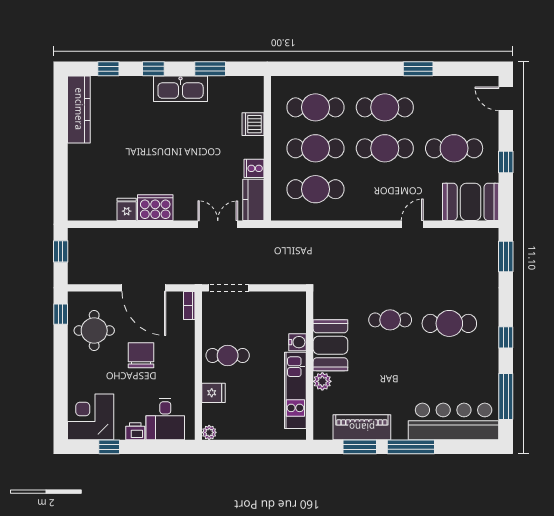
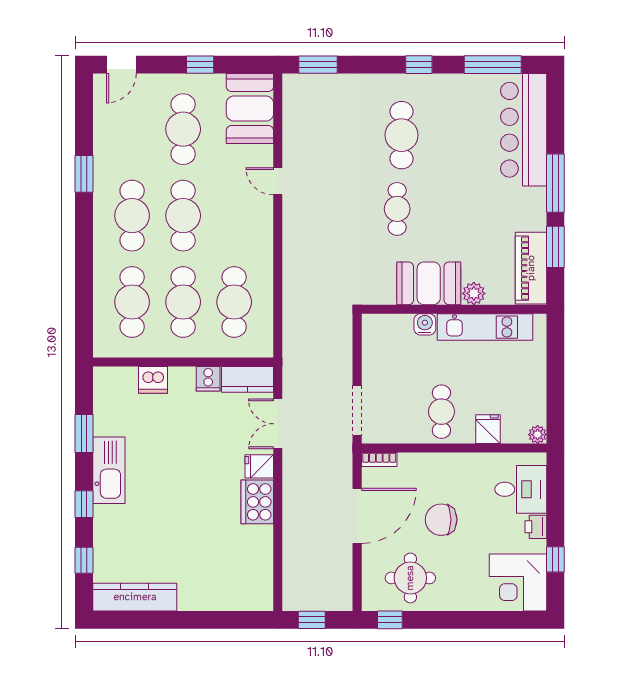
fridge: (127, 209) -> (259, 466), moved
piano: (362, 427) -> (531, 268), moved

